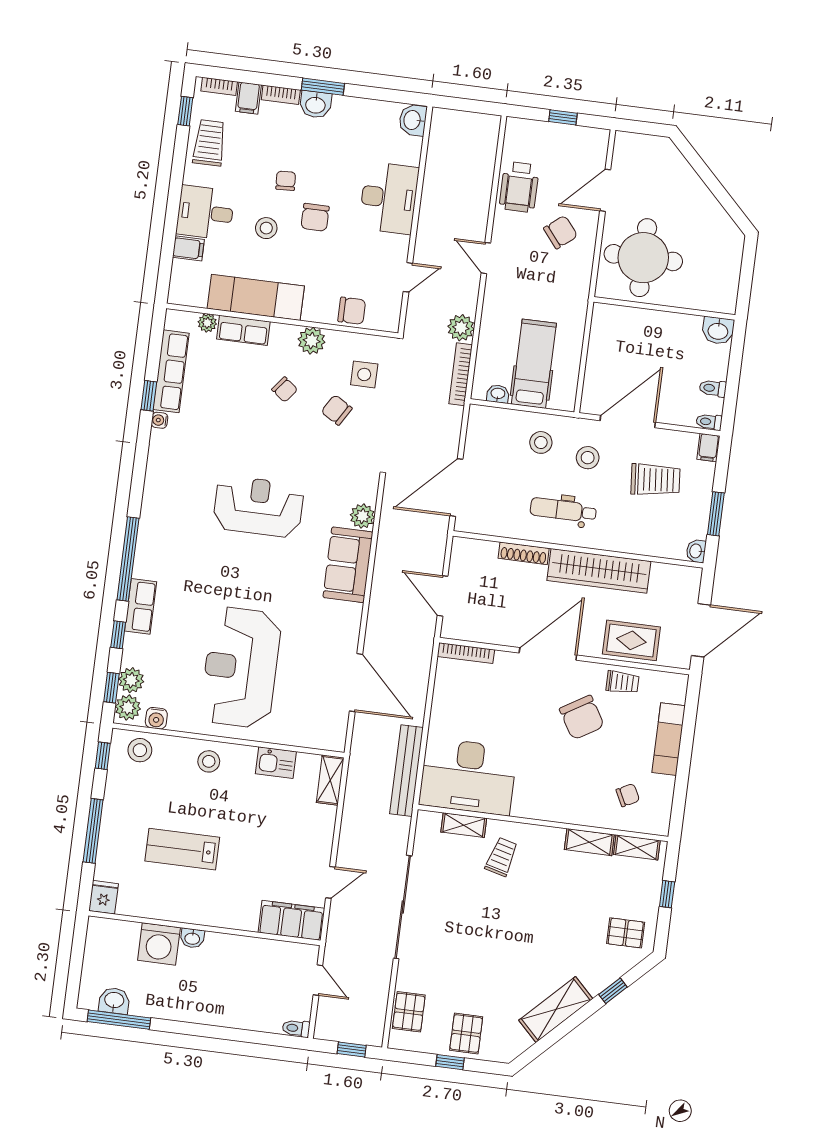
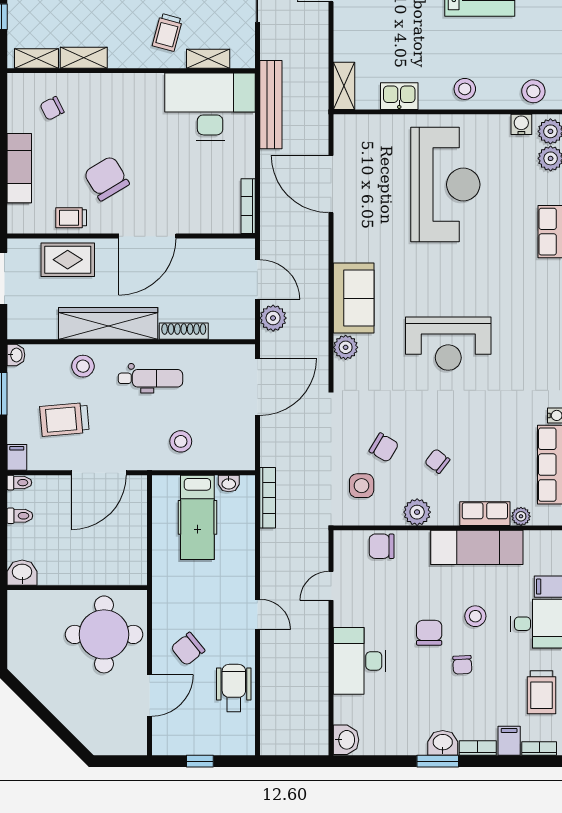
plant: (461, 328) -> (273, 318), moved
stool: (588, 458) -> (83, 366), moved
bookcase: (466, 653) -> (248, 206), moved, turned -90

